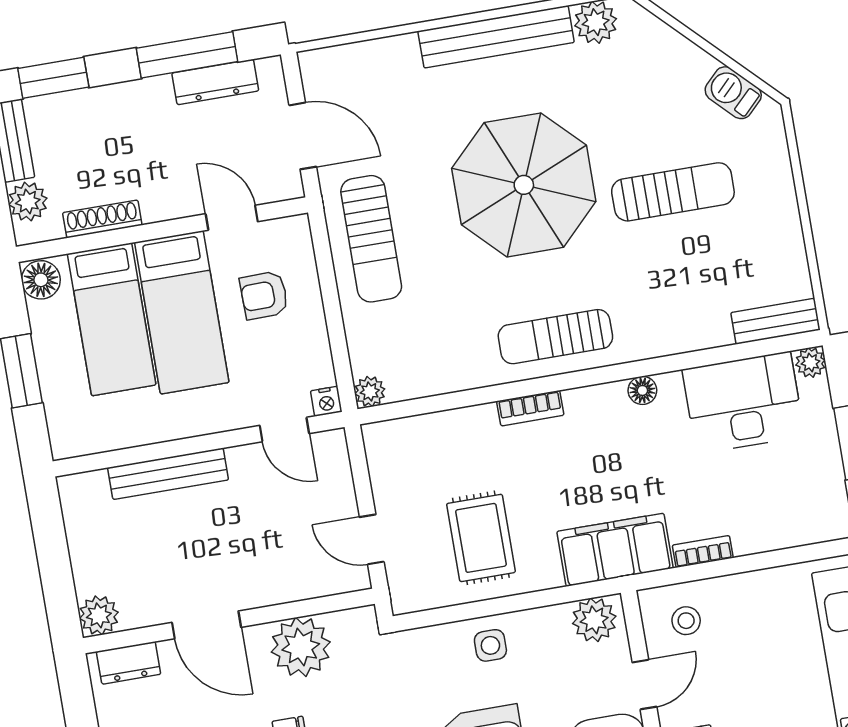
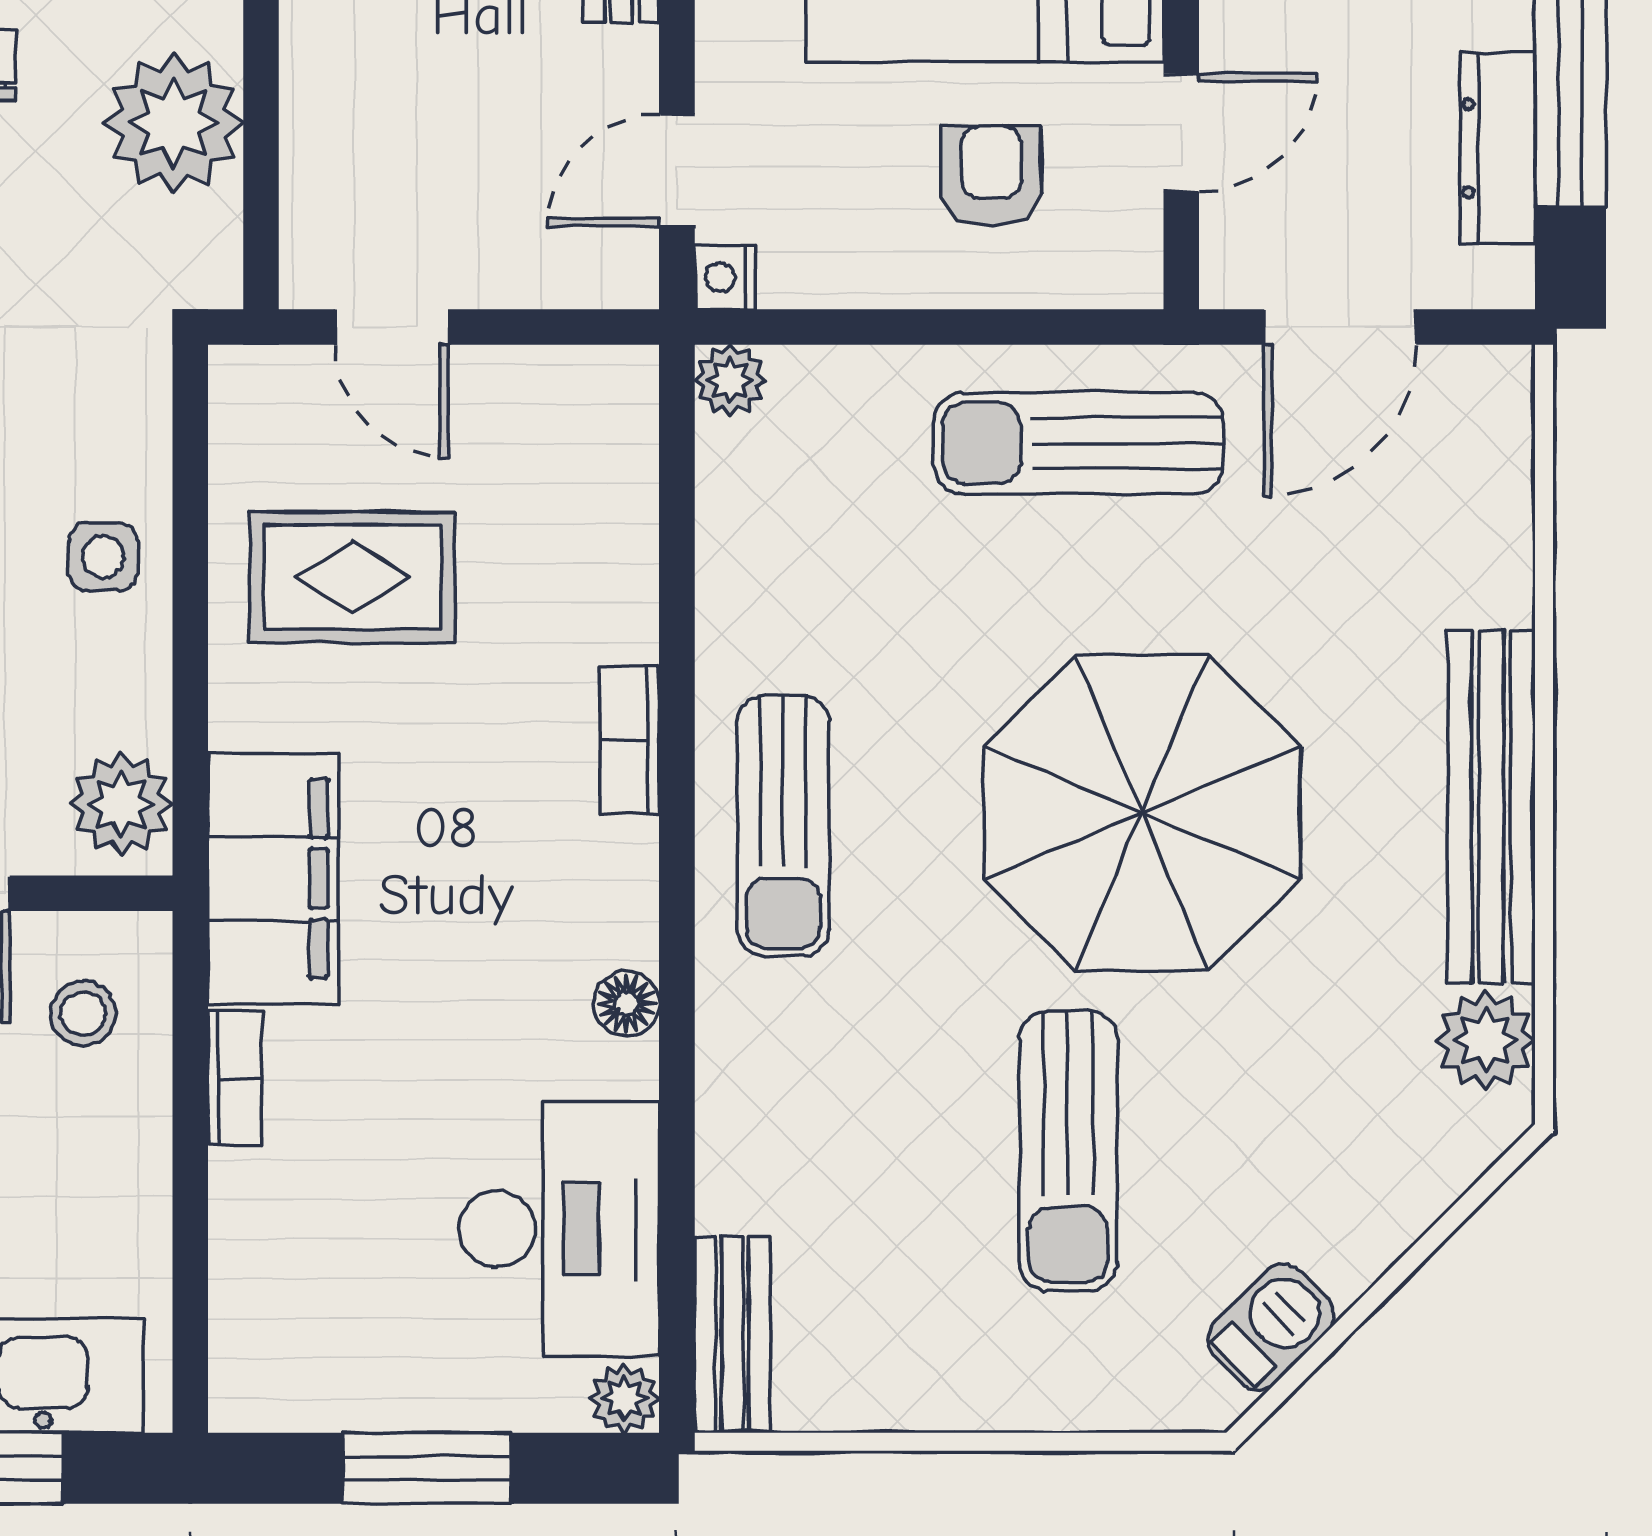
sun lounger: (555, 337) -> (783, 826), turned 180
door: (372, 539) -> (392, 327), swing flipped

